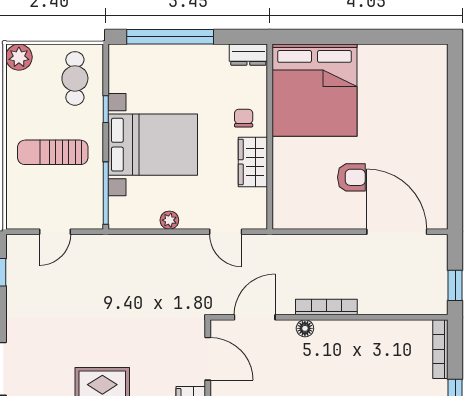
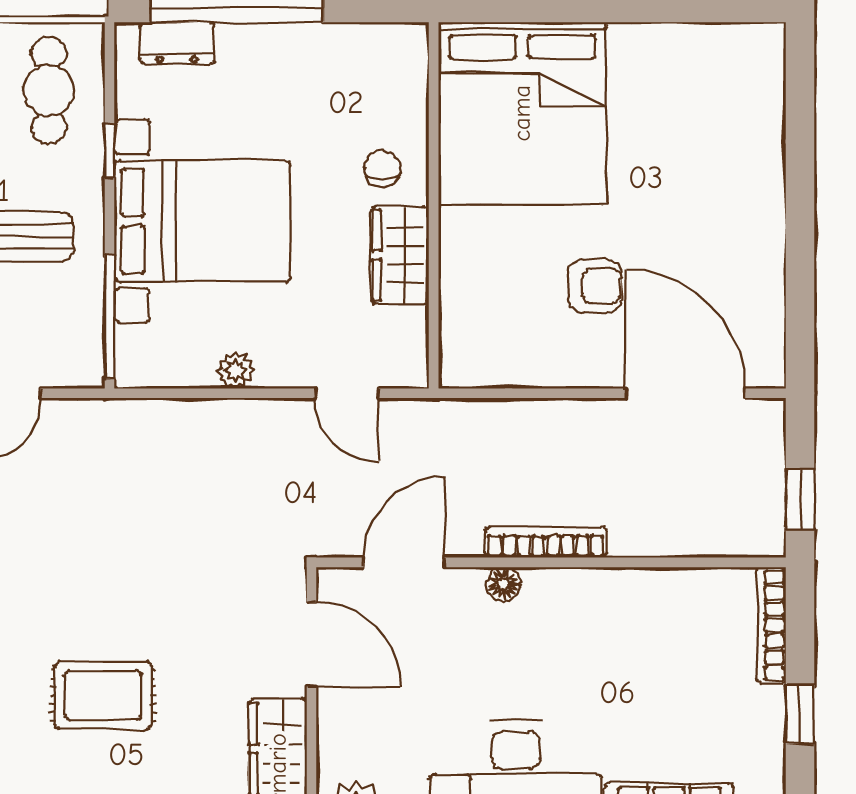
dresser: (248, 55) -> (177, 43), moved

